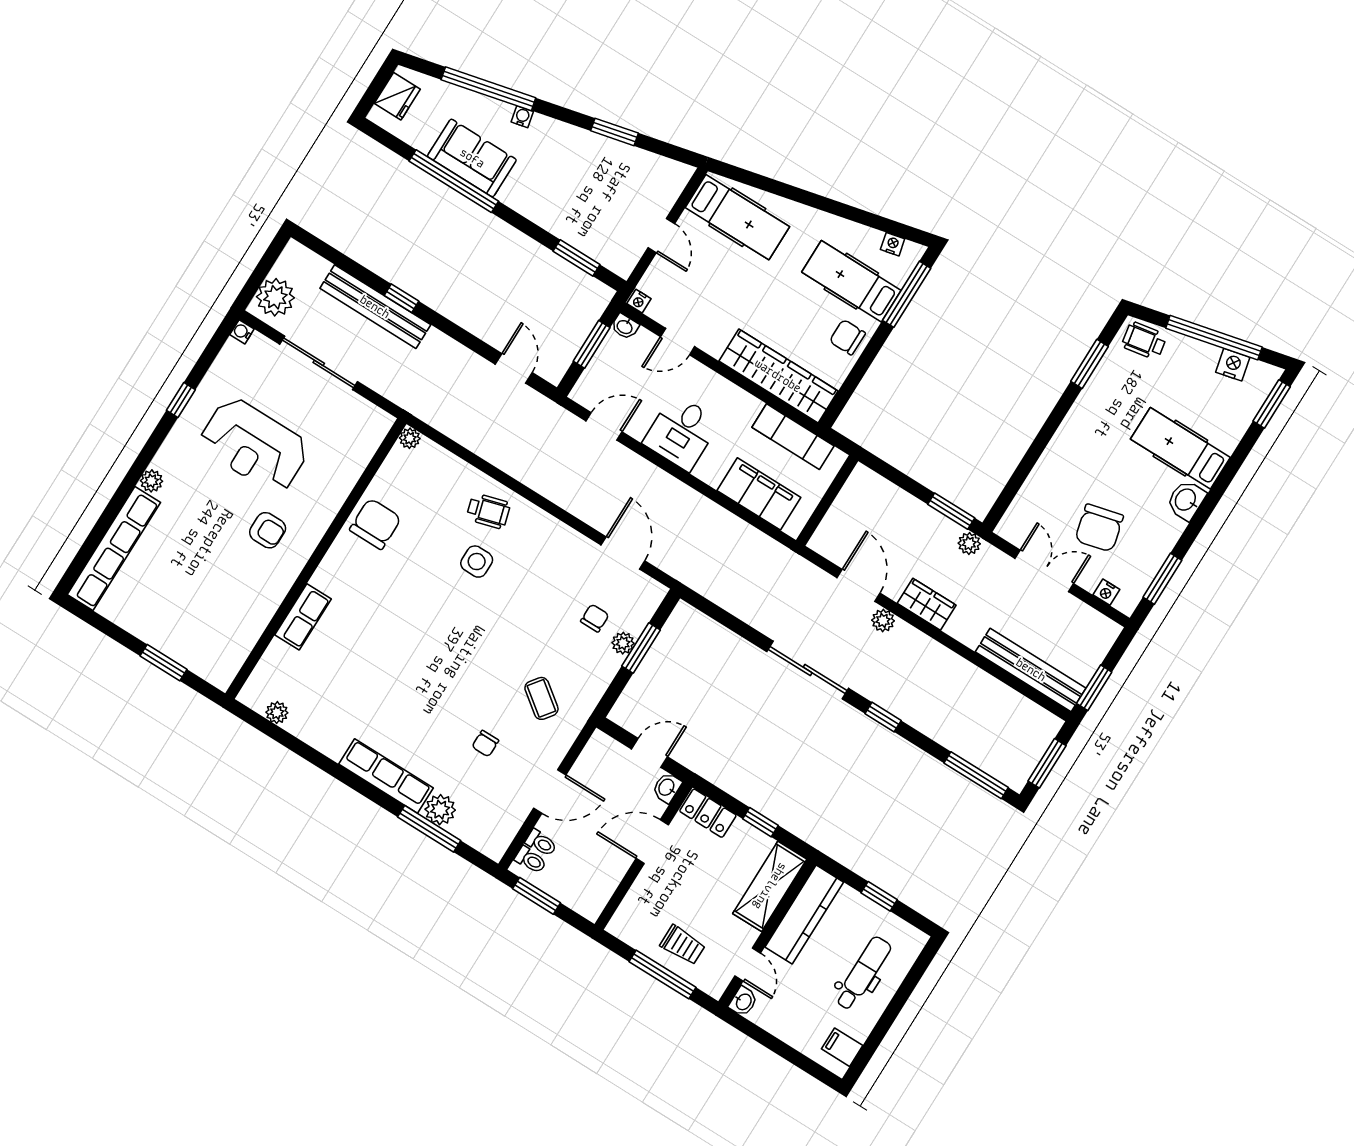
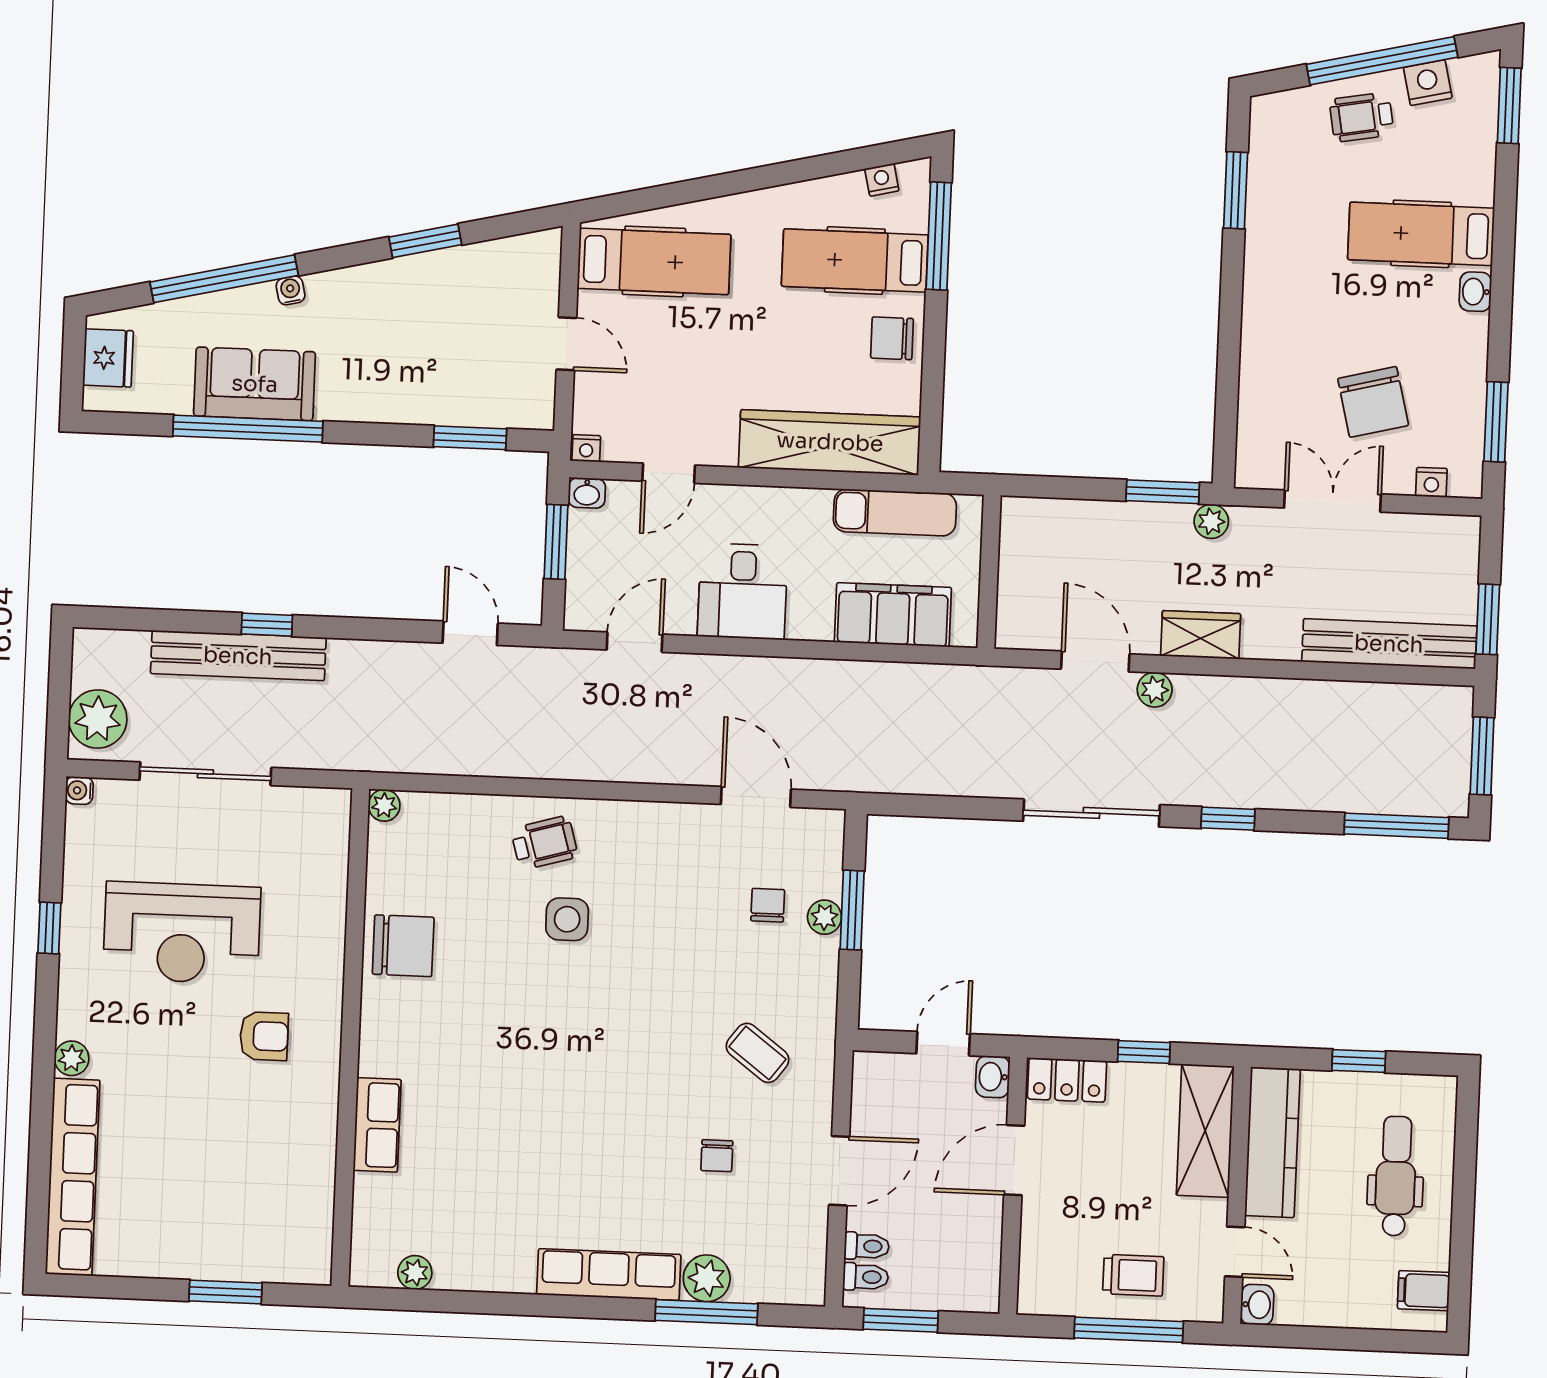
wheelchair: (1144, 341) -> (1362, 117), moved
washbasin: (1186, 500) -> (1475, 292), width x0.72, depth x0.69
chair: (375, 524) -> (403, 946), turned 90

